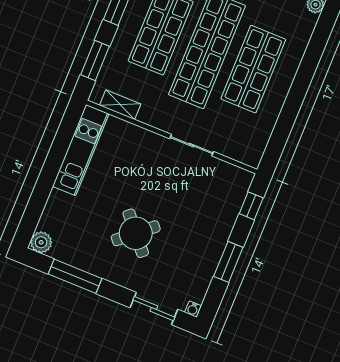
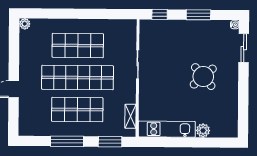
plant: (41, 242) -> (203, 130), moved
window: (75, 276) -> (243, 102), removed

